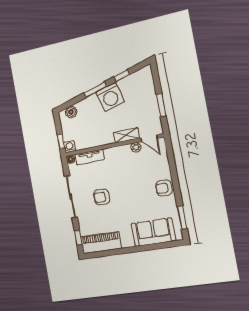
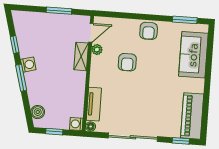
washing machine: (110, 97) -> (28, 65), width x0.53, depth x0.53
window: (61, 141) -> (54, 132), moved
armchair: (102, 197) -> (127, 62), moved

